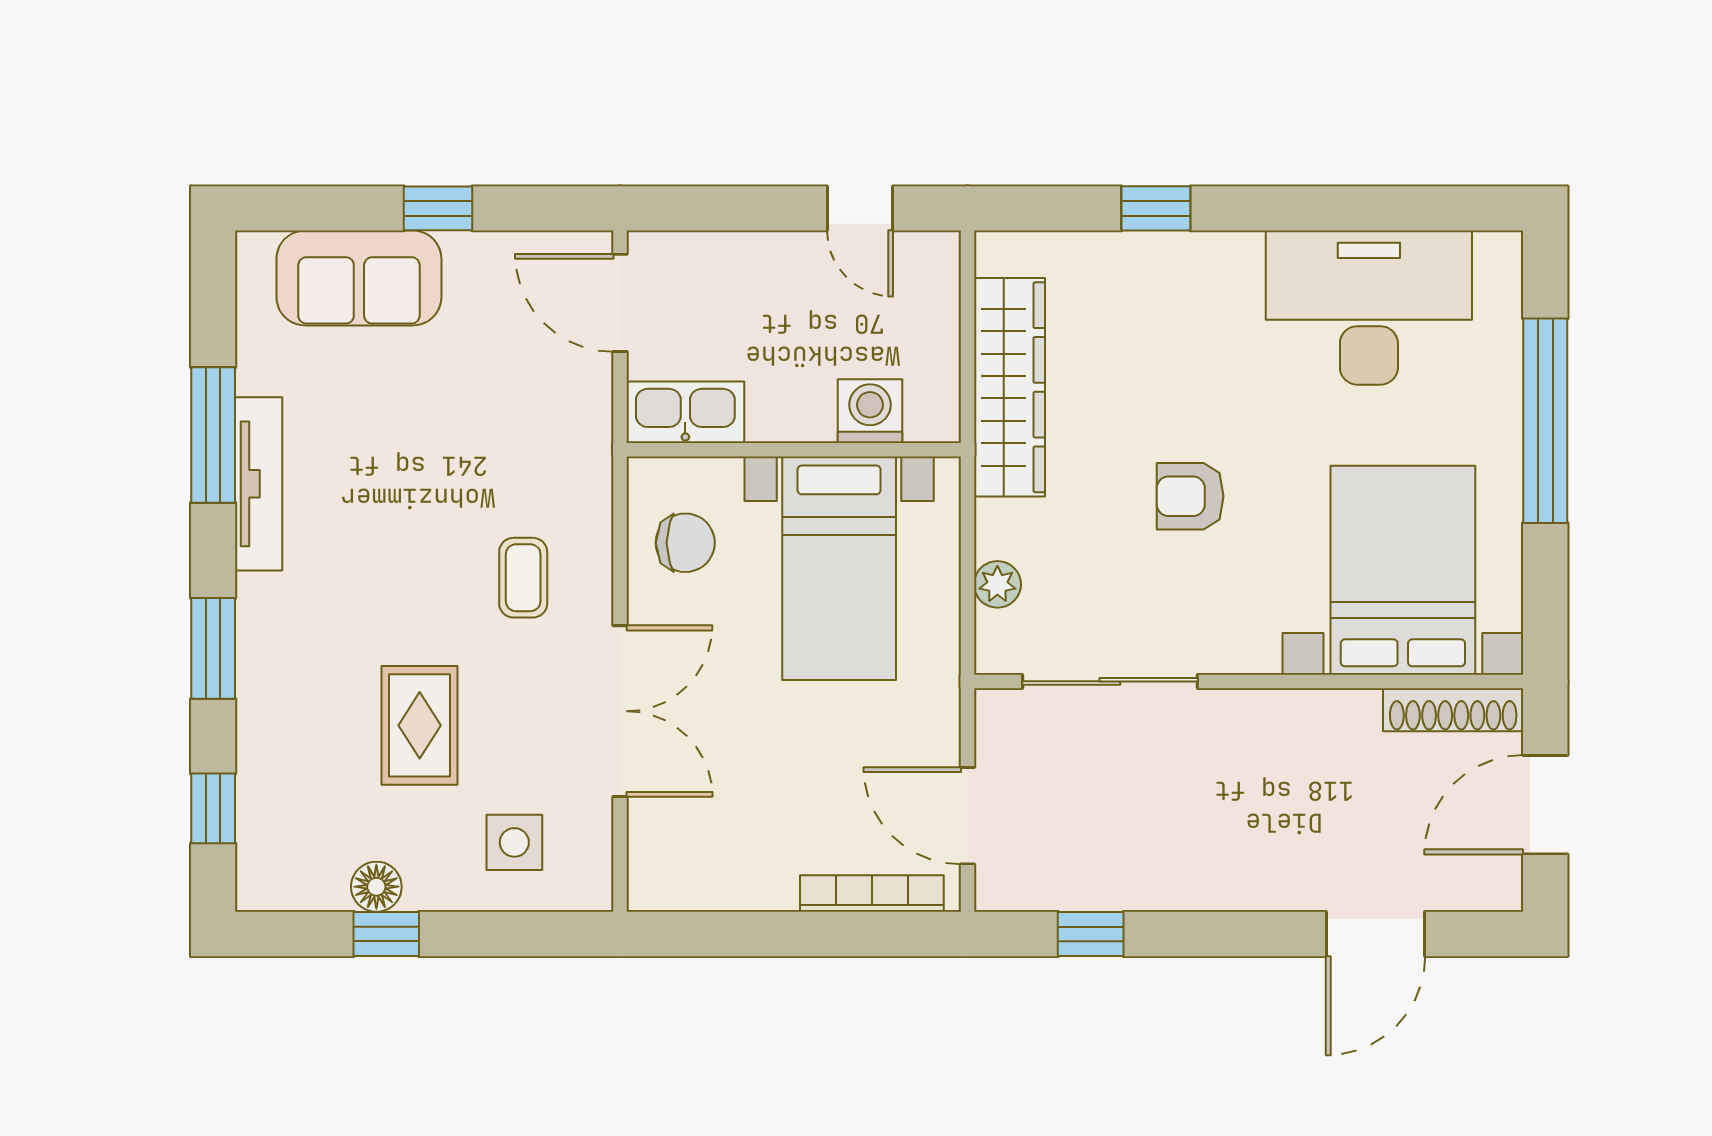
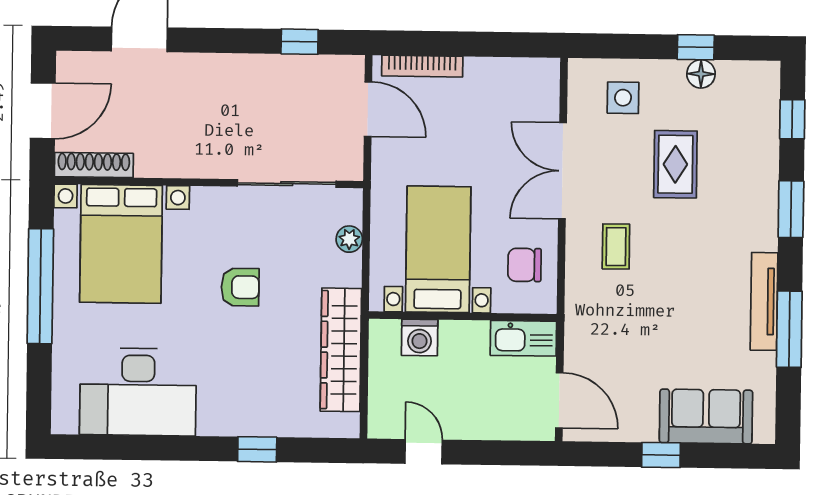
window: (1545, 421) -> (40, 286), moved

